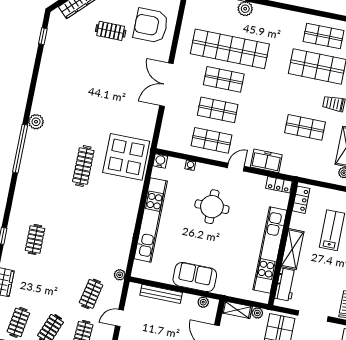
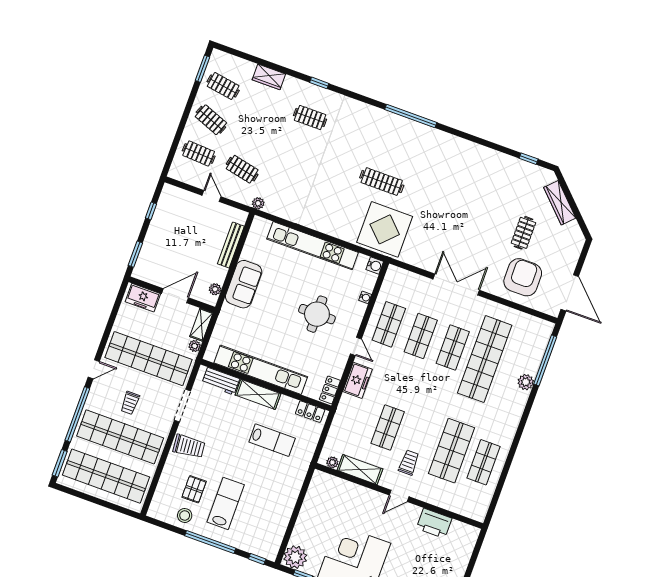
plant: (36, 122) -> (437, 138), removed

